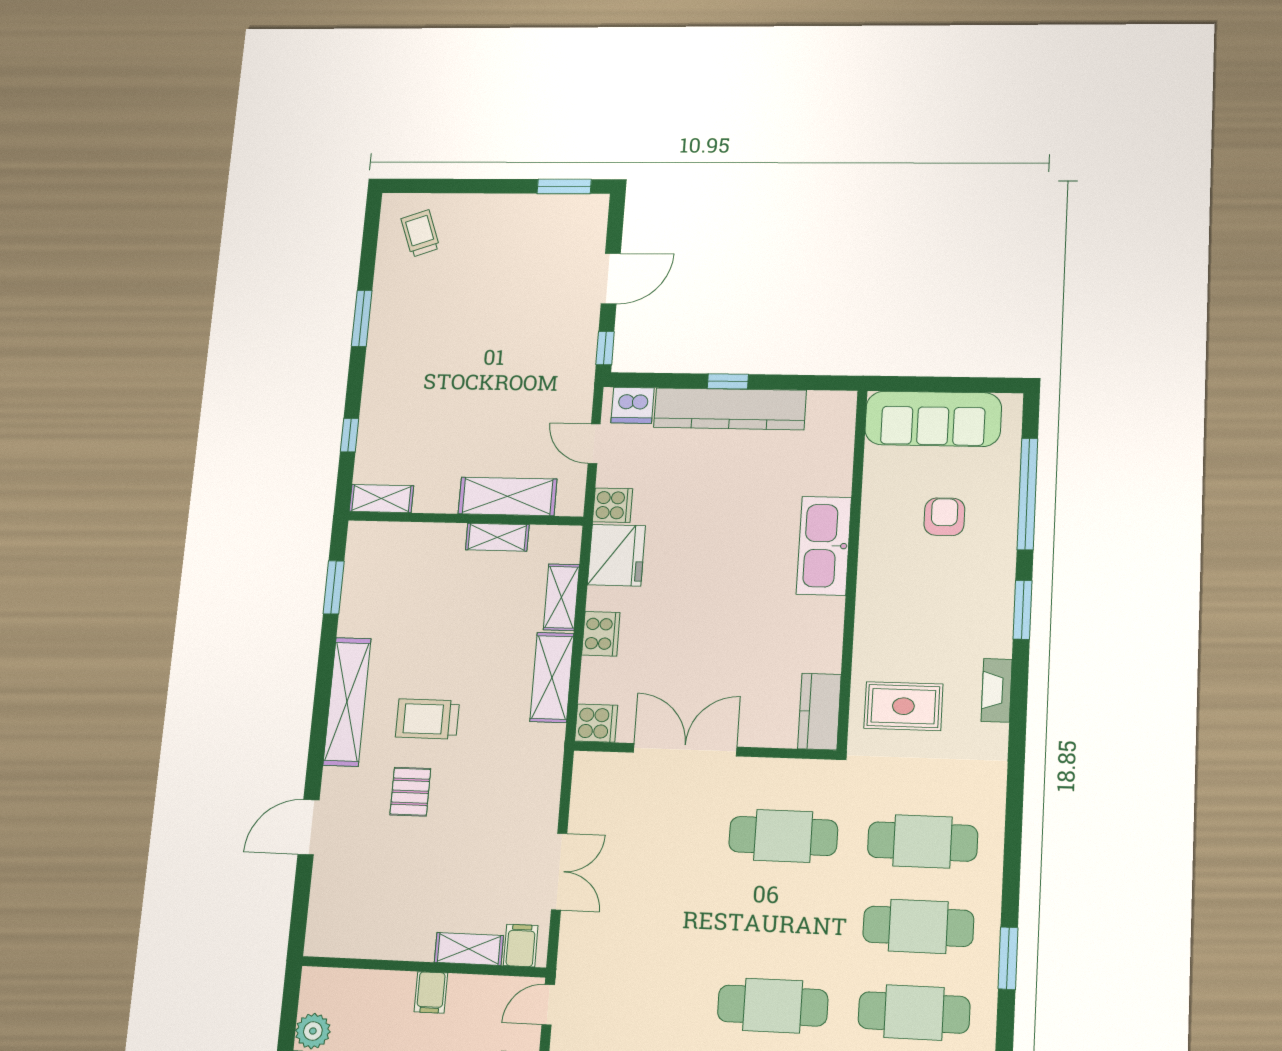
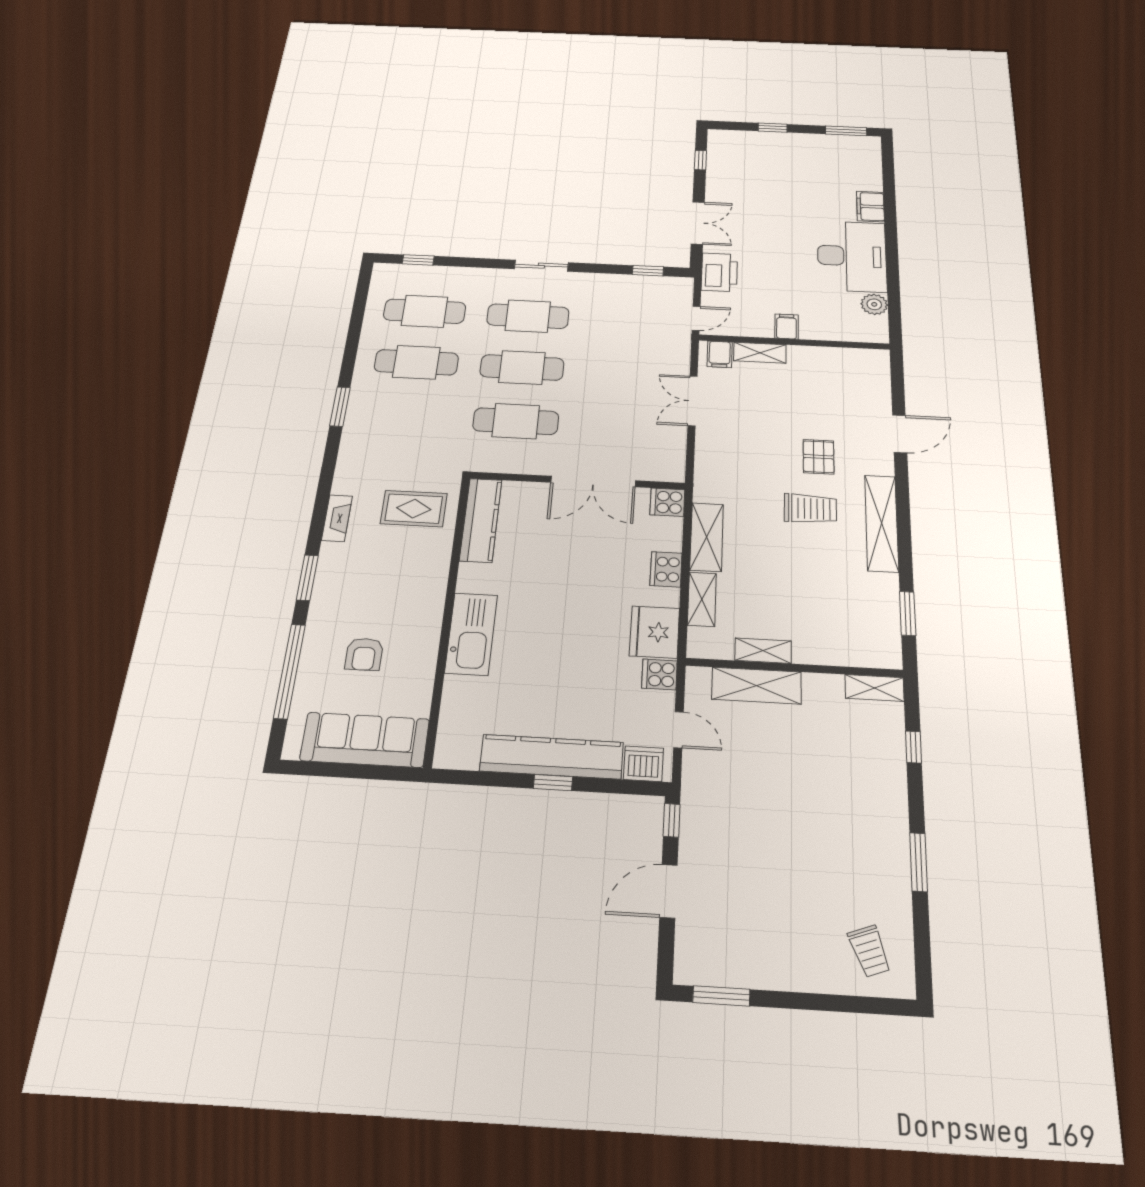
kitchen counter: (819, 712) -> (481, 520), width x1.50
cafe table: (923, 841) -> (522, 368), moved
window: (1008, 958) -> (340, 407), moved

